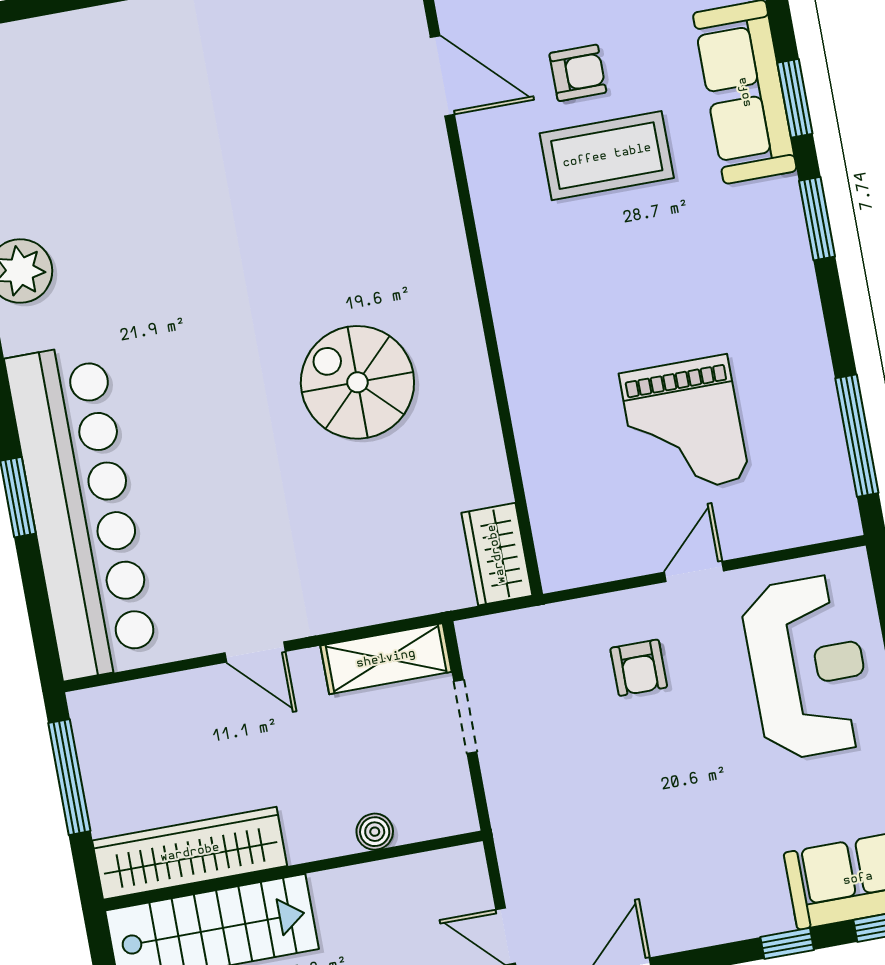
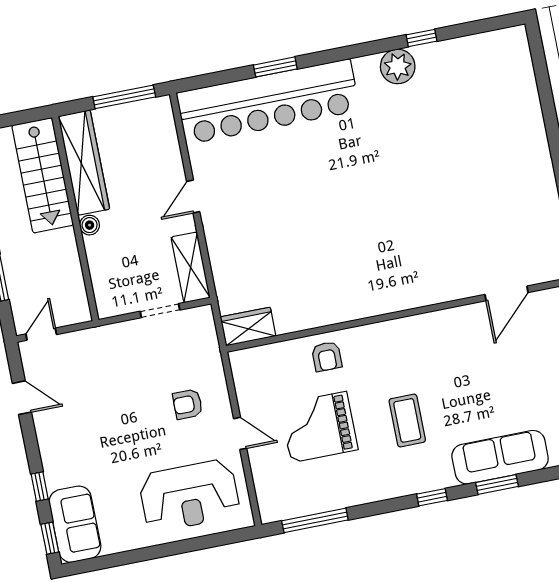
armchair: (578, 73) -> (327, 356), moved
coffee table: (607, 156) -> (407, 420), moved, width x0.73, depth x0.76
window: (817, 219) -> (432, 497), width x0.67
spiral stairs: (357, 382) -> (340, 250), removed
boiler: (375, 832) -> (90, 225), moved

